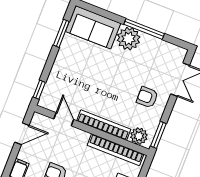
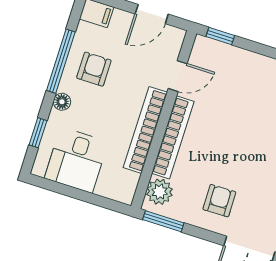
door: (22, 134) -> (152, 14), hinge flipped
bookcase: (116, 150) -> (145, 130), moved

